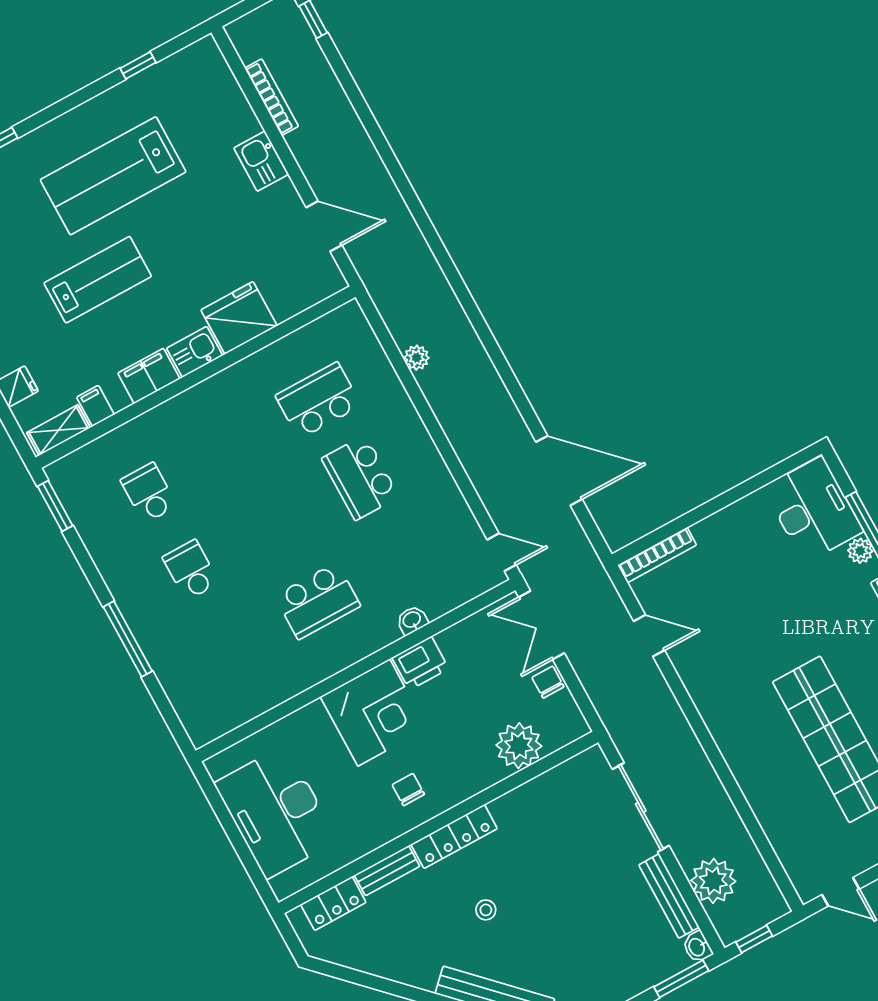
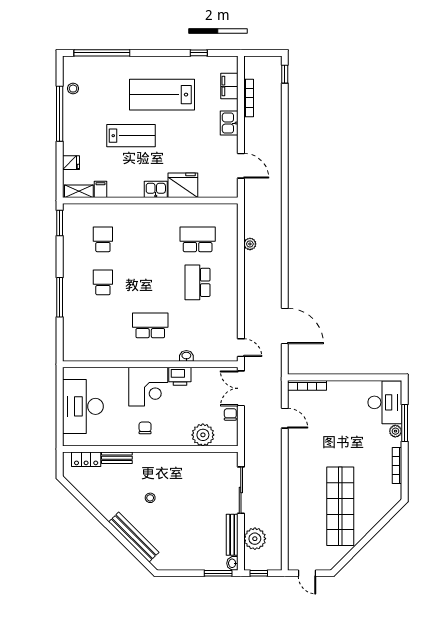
filing cabinet: (149, 376) -> (229, 86), moved, turned -90
school desk: (318, 601) -> (150, 325), turned 180
locker: (454, 836) -> (154, 459), removed

